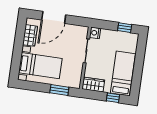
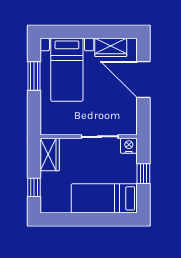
window: (125, 28) -> (143, 174), moved
bed: (123, 73) -> (104, 198), moved, turned 180
window: (59, 90) -> (34, 76), moved

